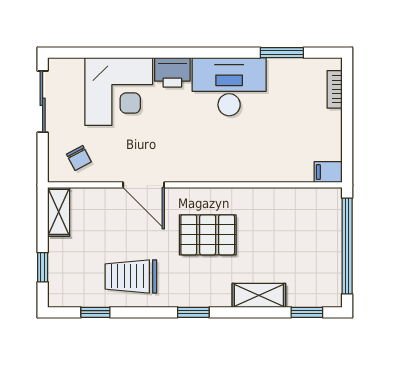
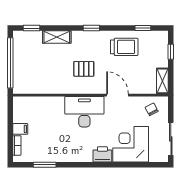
desk: (229, 87) -> (84, 112), moved, turned 180
filing cabinet: (328, 172) -> (20, 129), moved
pallet: (208, 235) -> (84, 69), width x0.67, depth x0.71

